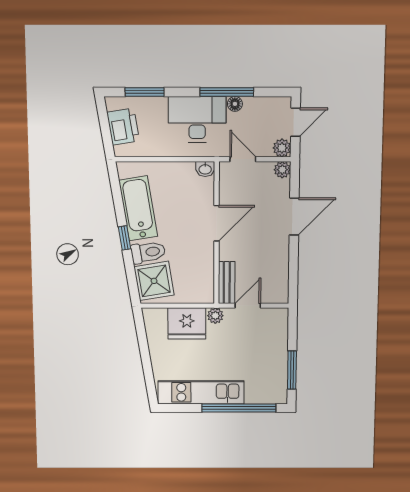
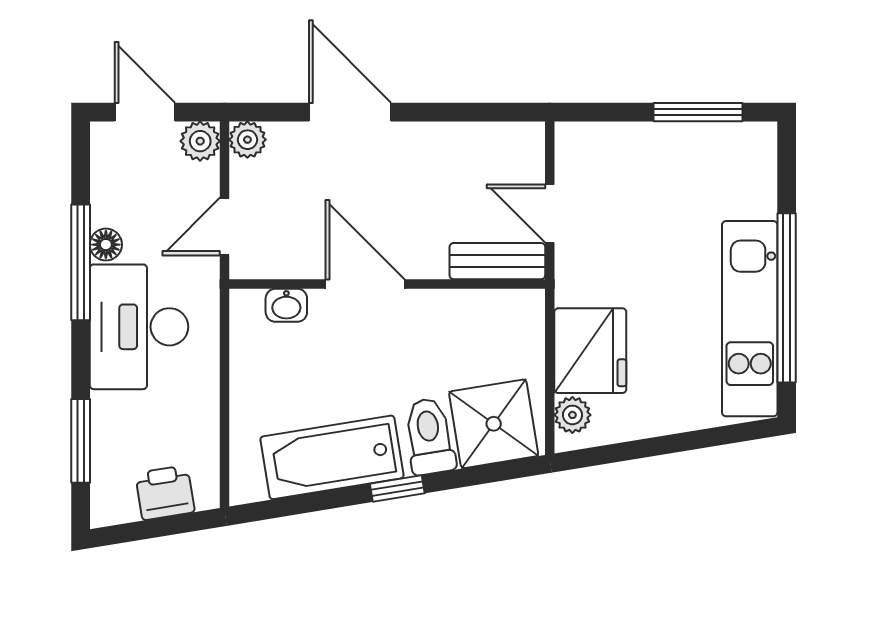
printer: (123, 127) -> (165, 493), width x0.73, depth x0.81
washbasin: (205, 169) -> (286, 305), moved, turned 90
plant: (215, 316) -> (572, 415), moved
window: (239, 408) -> (787, 298), moved

